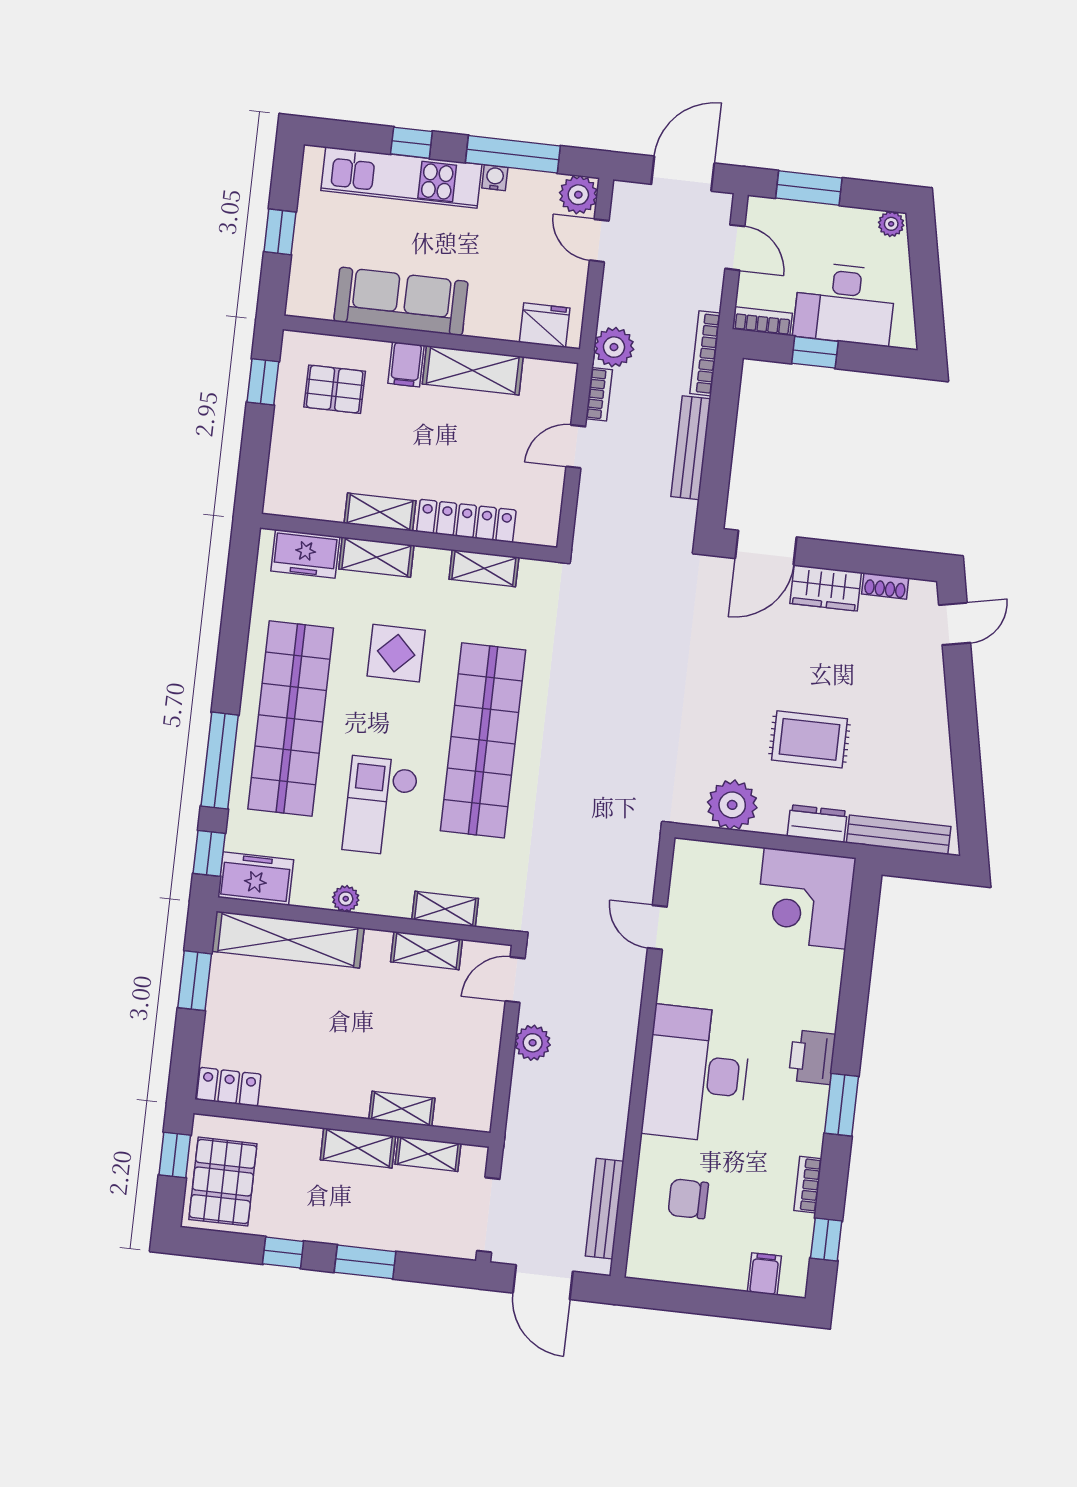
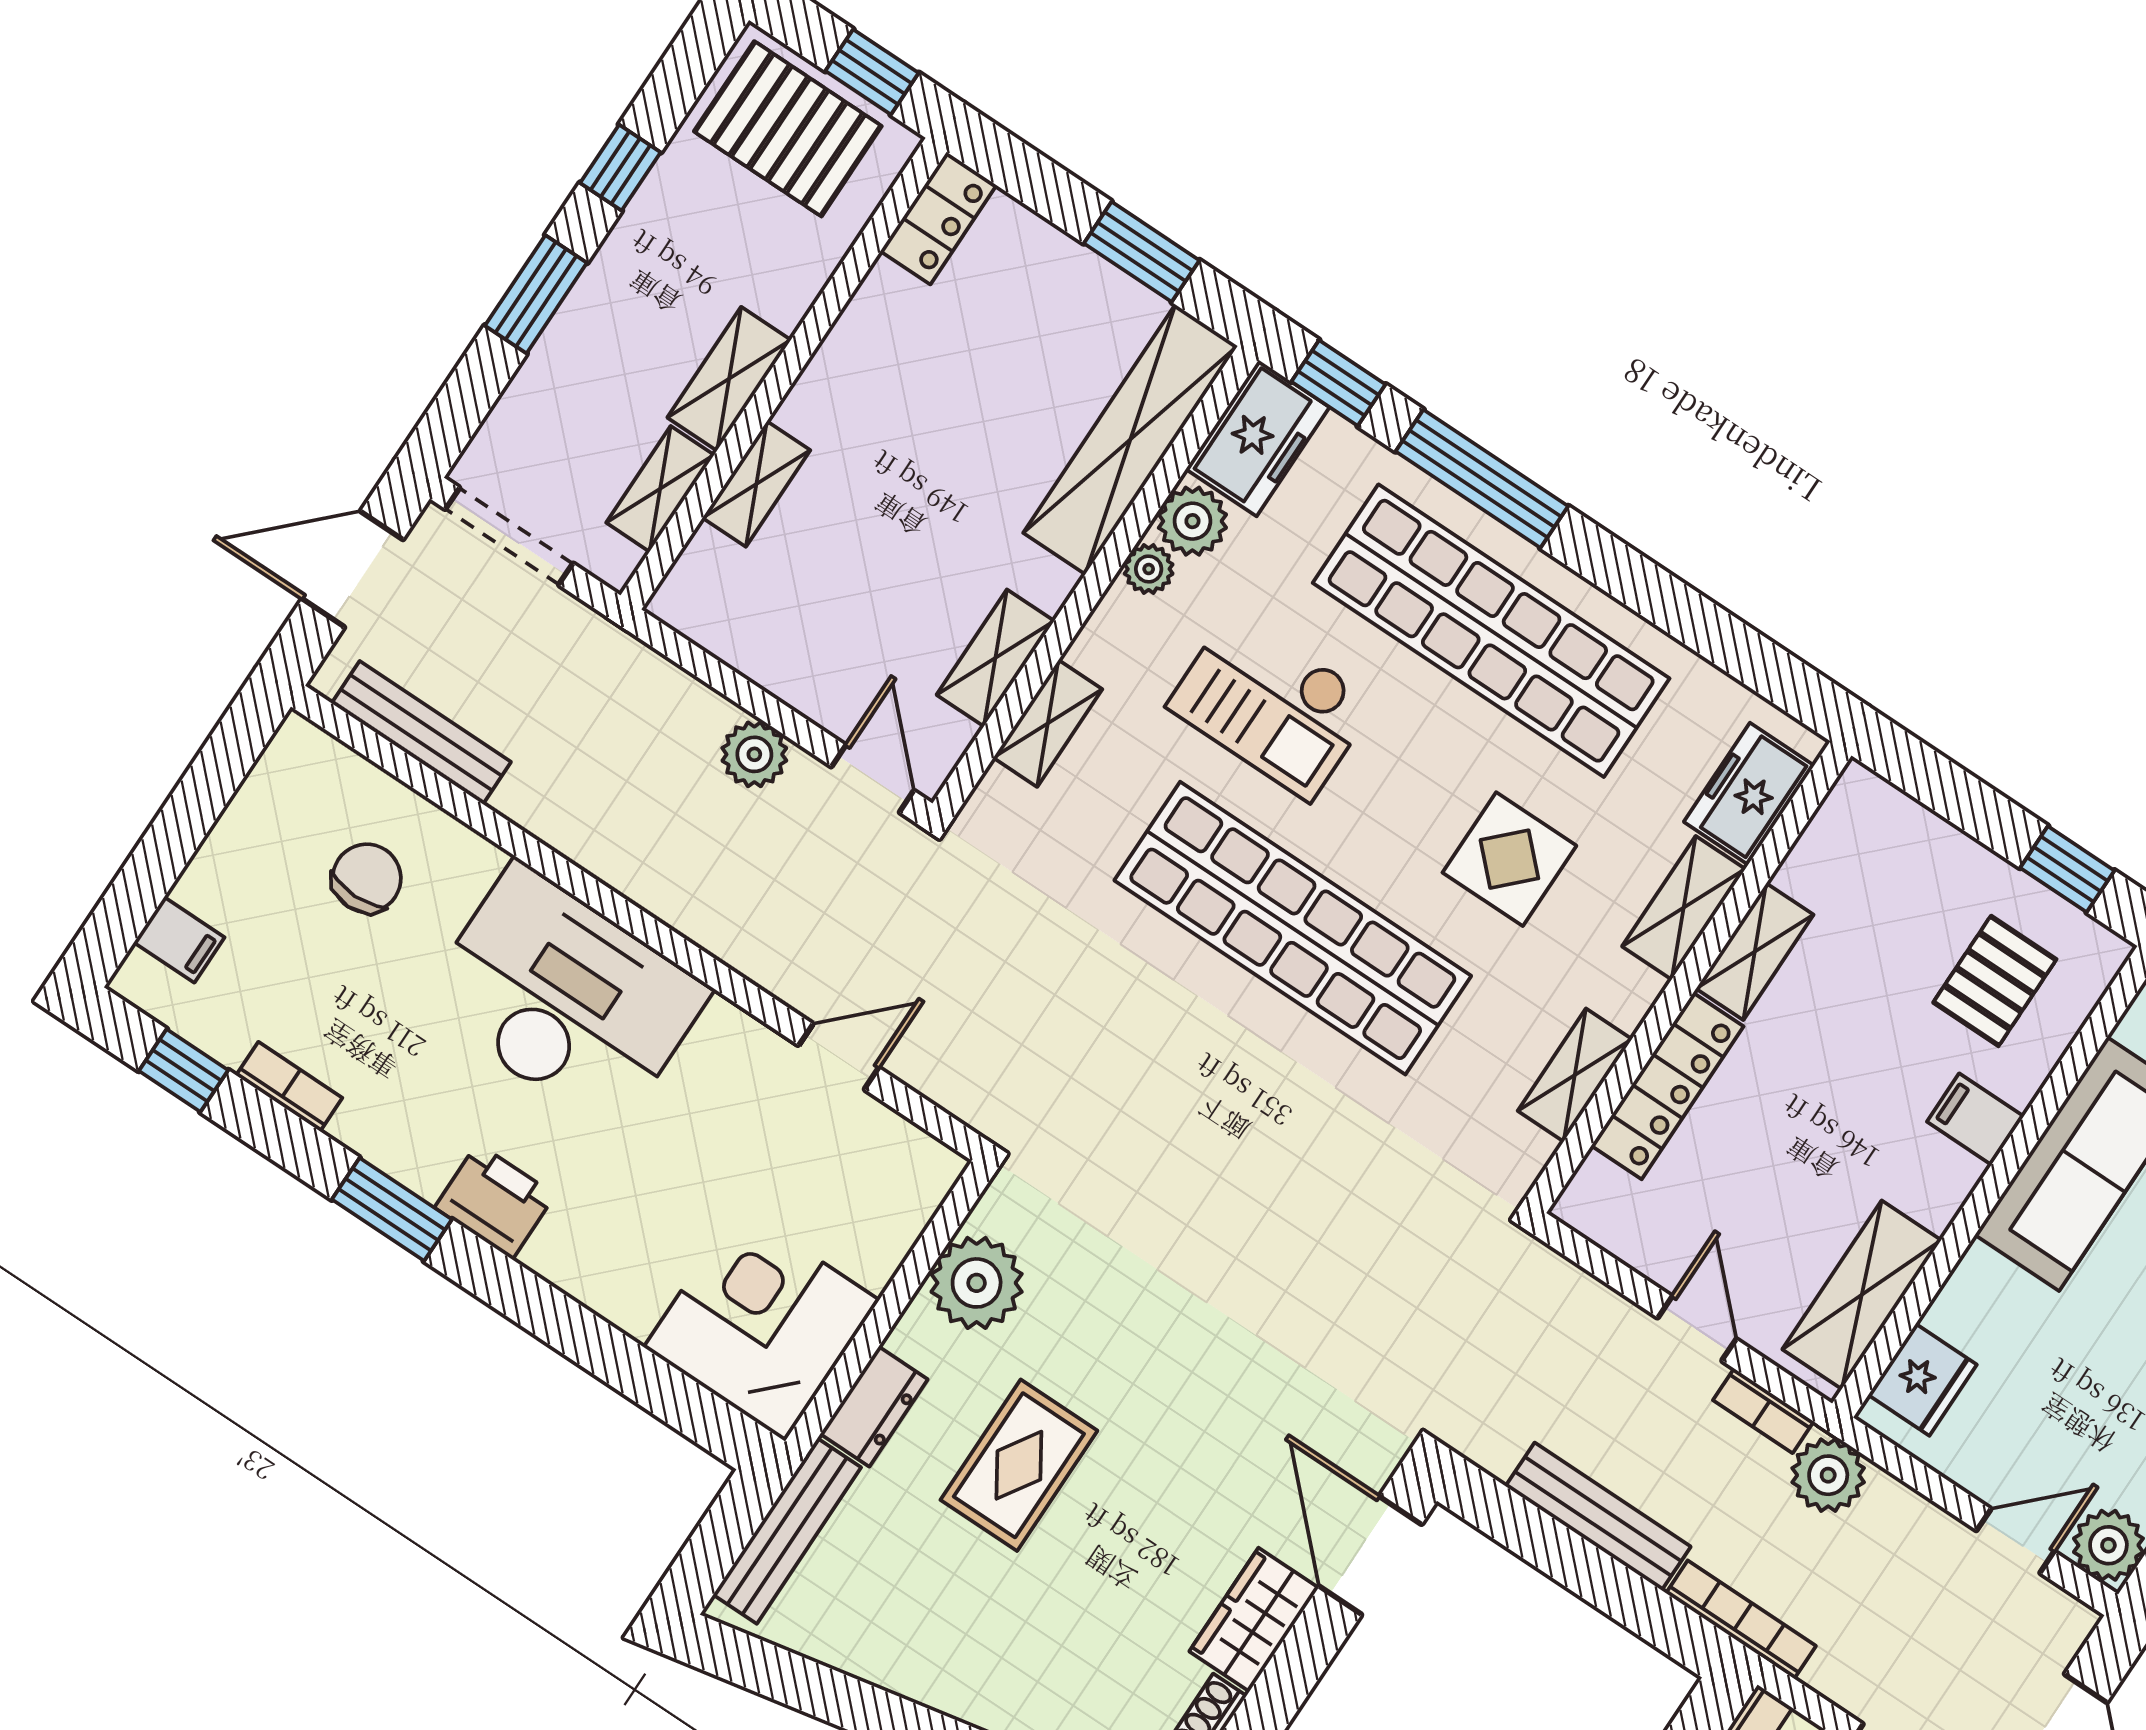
shelving: (473, 370) -> (1862, 1295), moved
checkout: (380, 806) -> (1272, 704), turned 180
plant: (312, 889) -> (1192, 521), added

